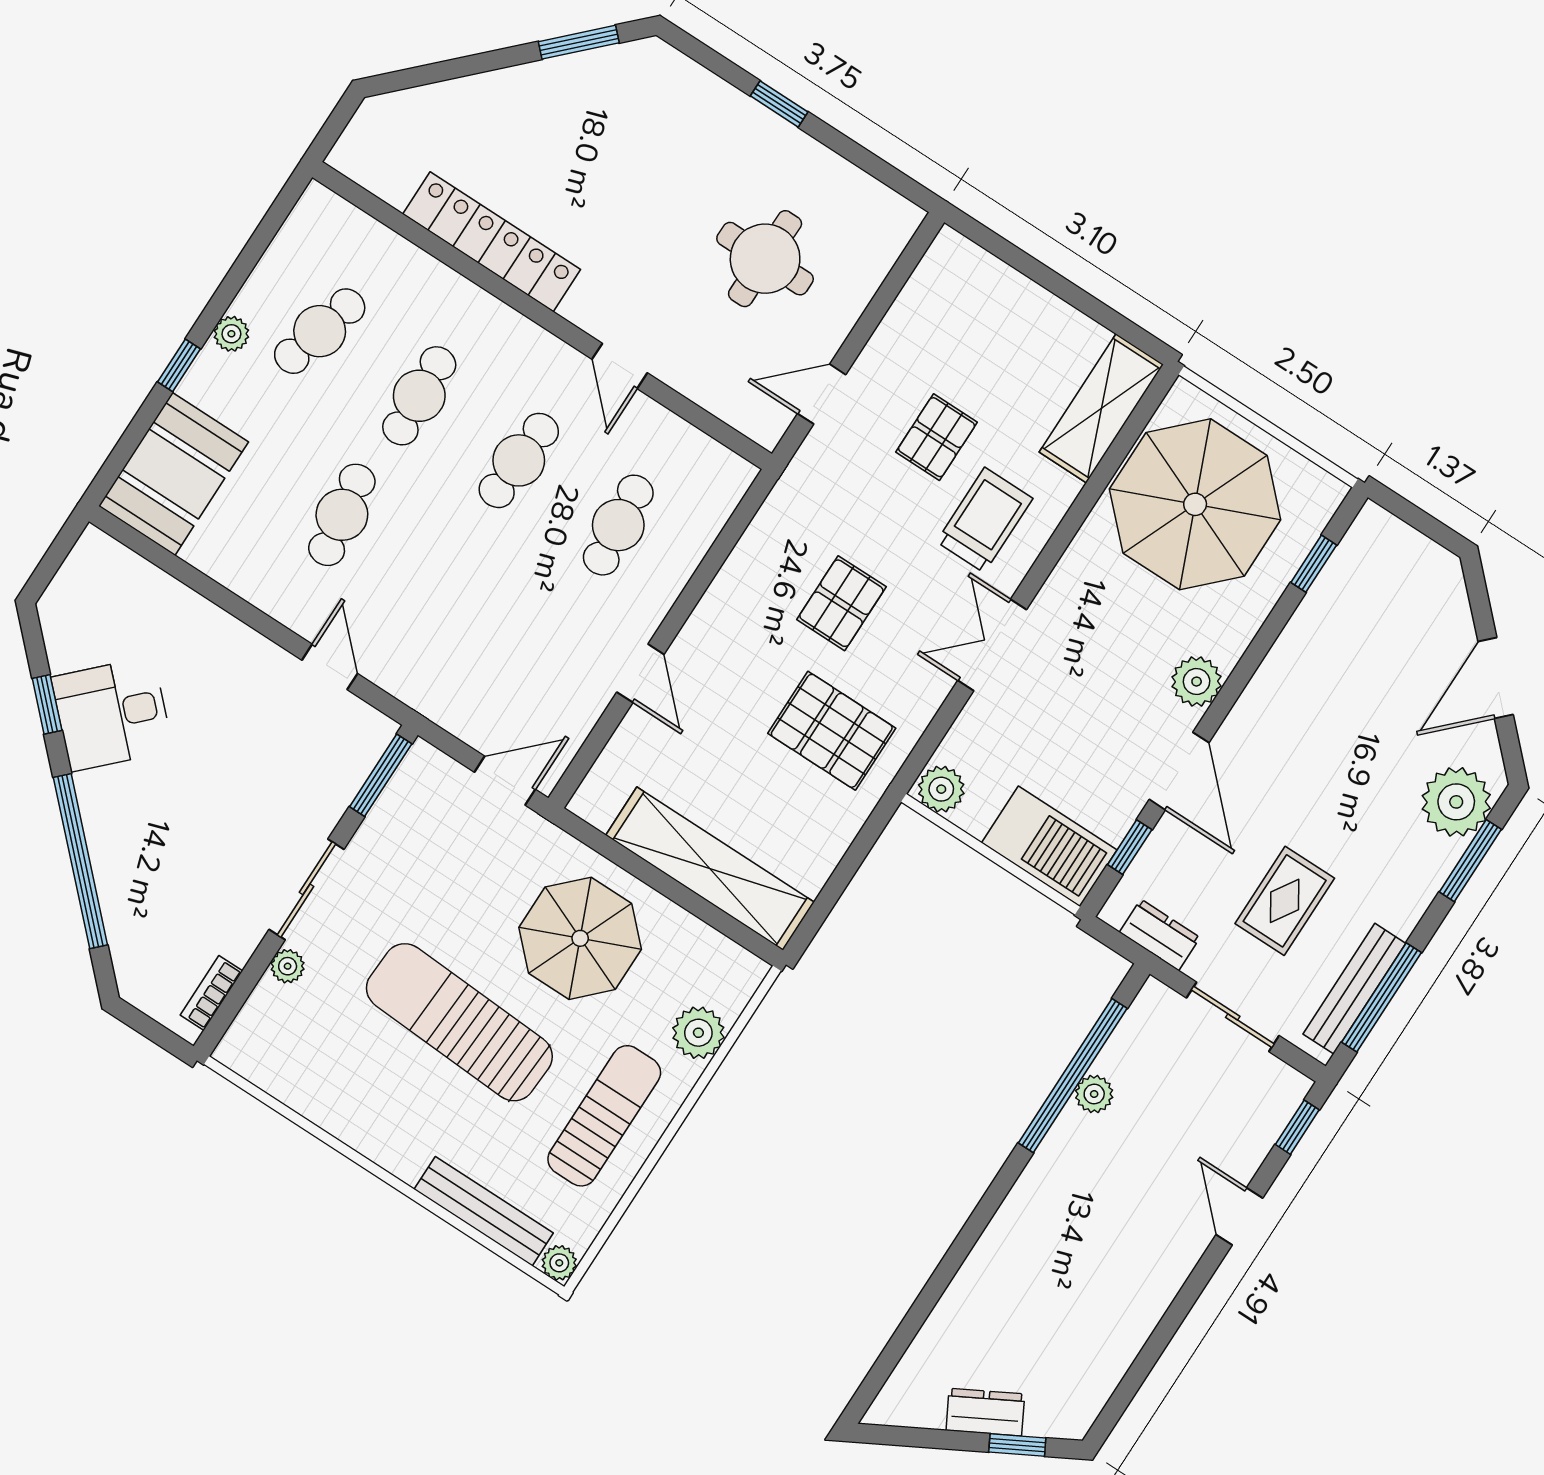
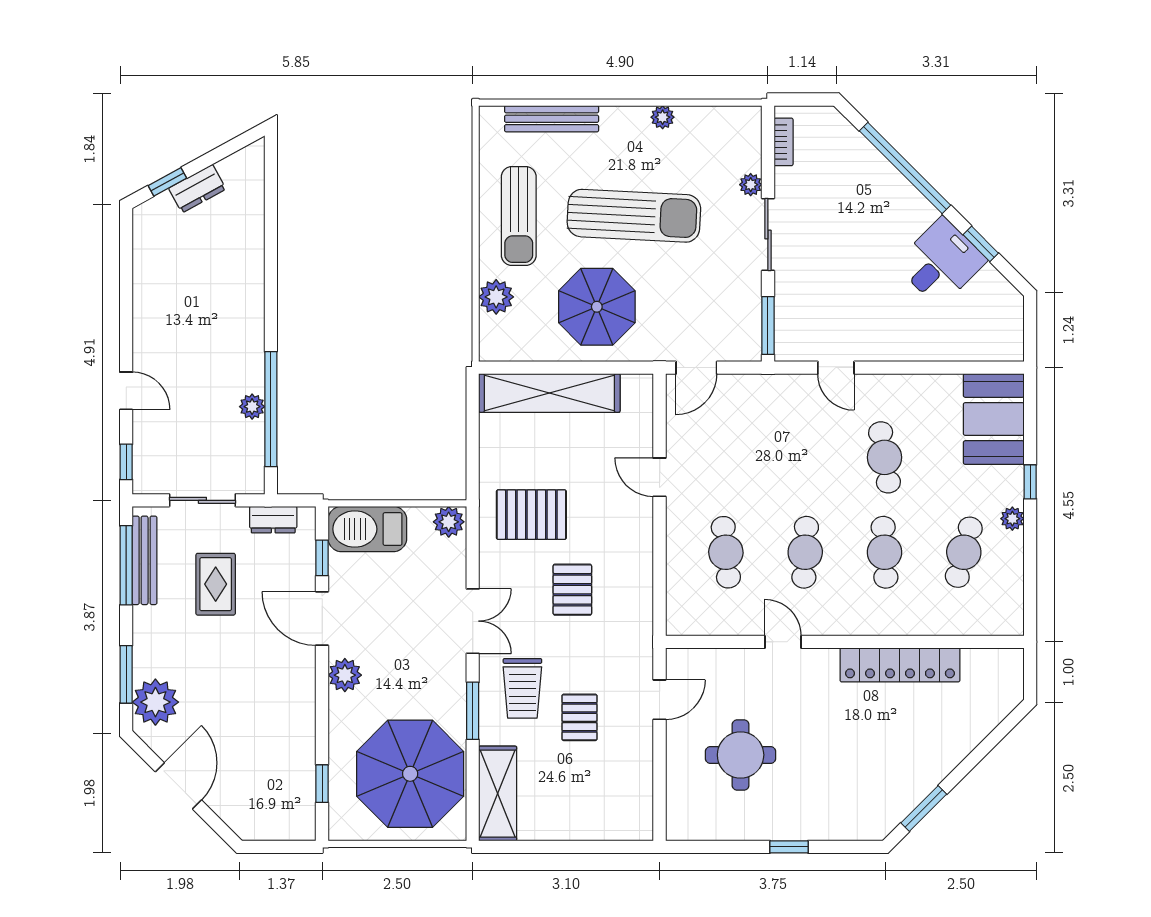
window: (1065, 532) -> (473, 711), added
plant: (559, 1263) -> (663, 117), moved

